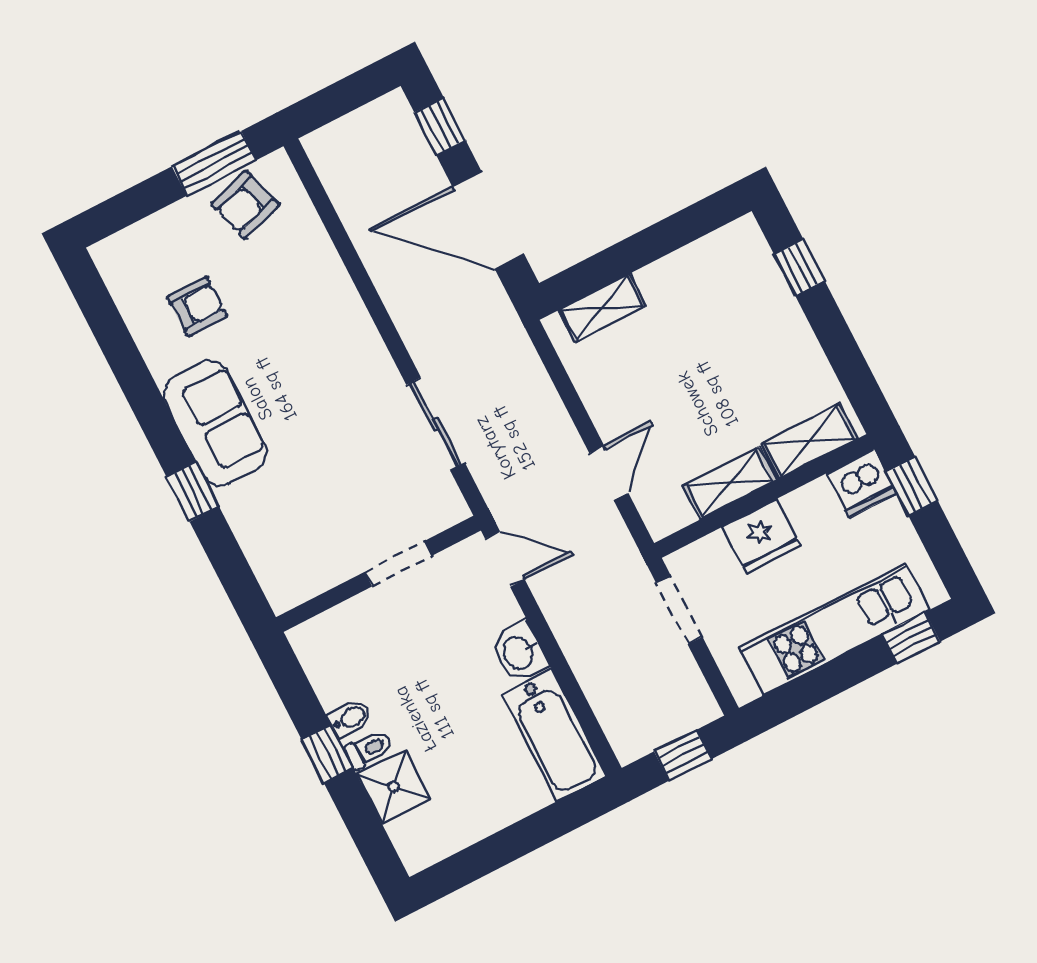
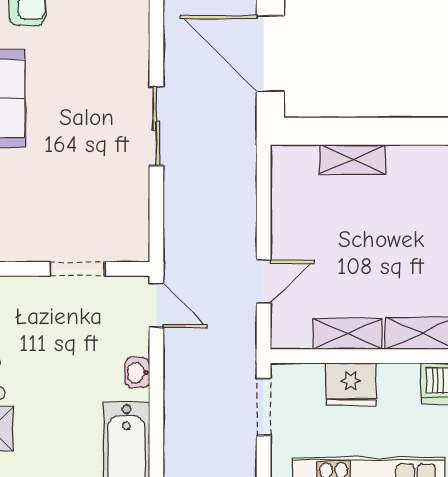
shelving: (602, 308) -> (353, 159), moved
sliding door: (436, 424) -> (156, 126), moved
washbasin: (519, 653) -> (137, 373), width x0.72, depth x0.69

